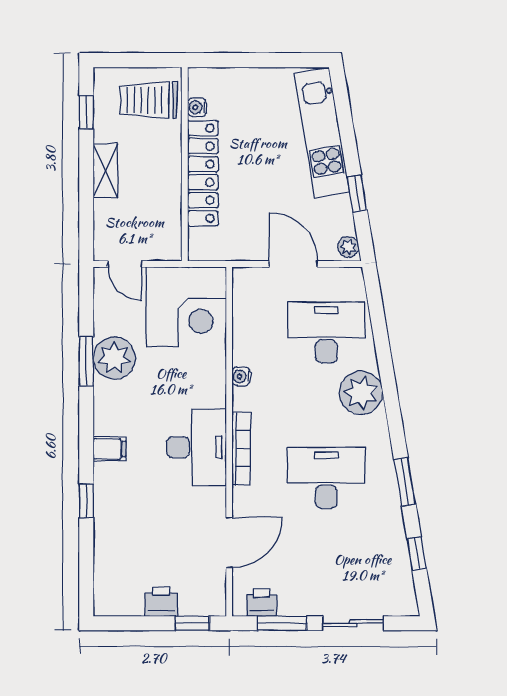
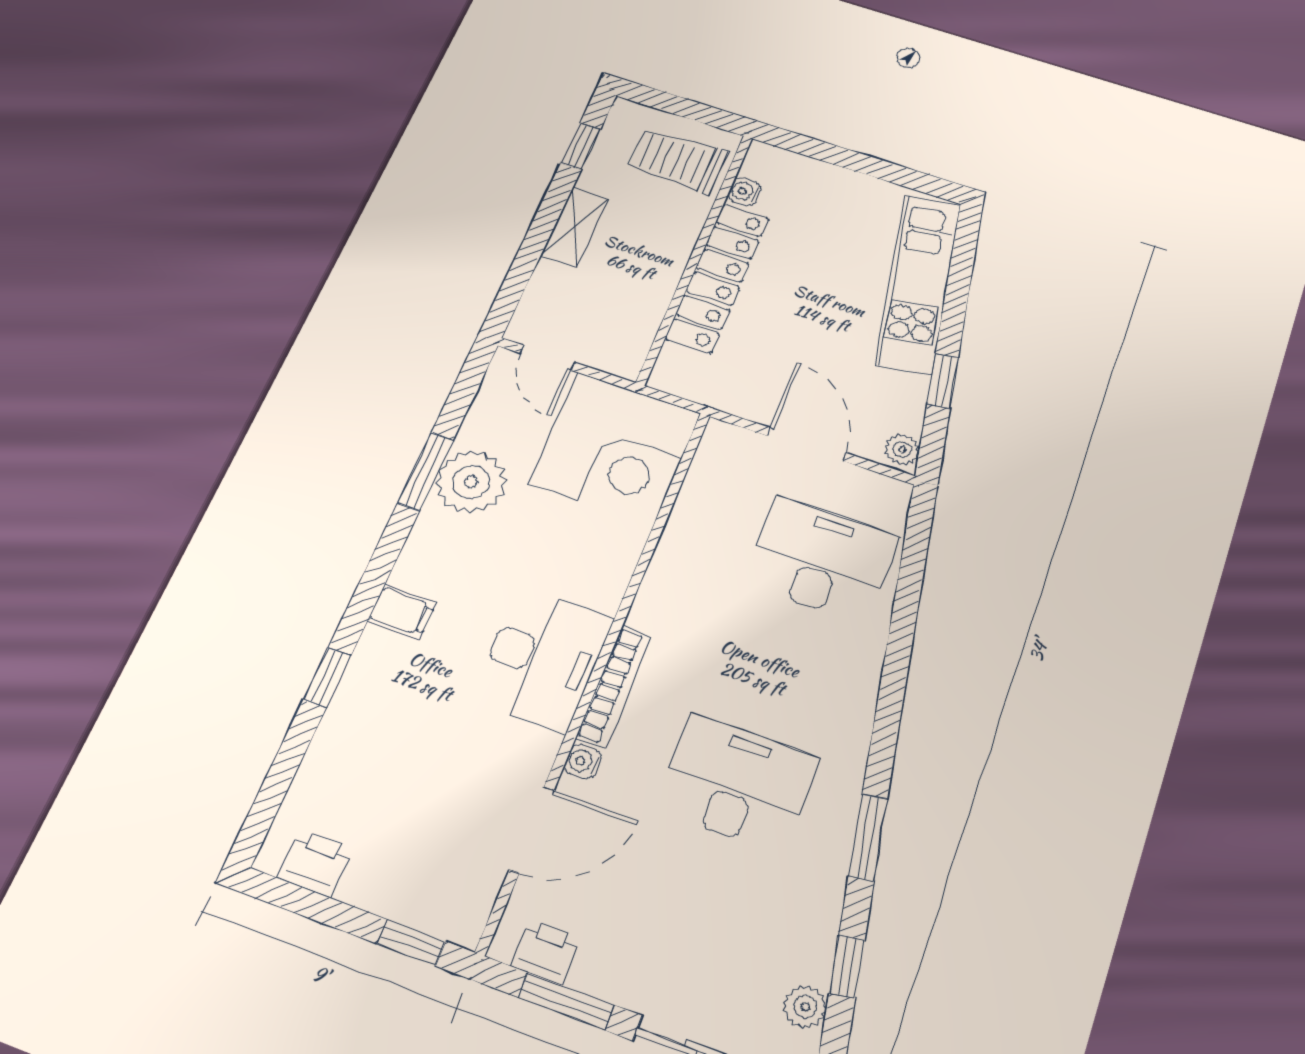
water cooler: (241, 376) -> (583, 762), moved
plant: (361, 393) -> (805, 1007), moved, width x0.53, depth x0.53
printer: (161, 602) -> (315, 863), moved

